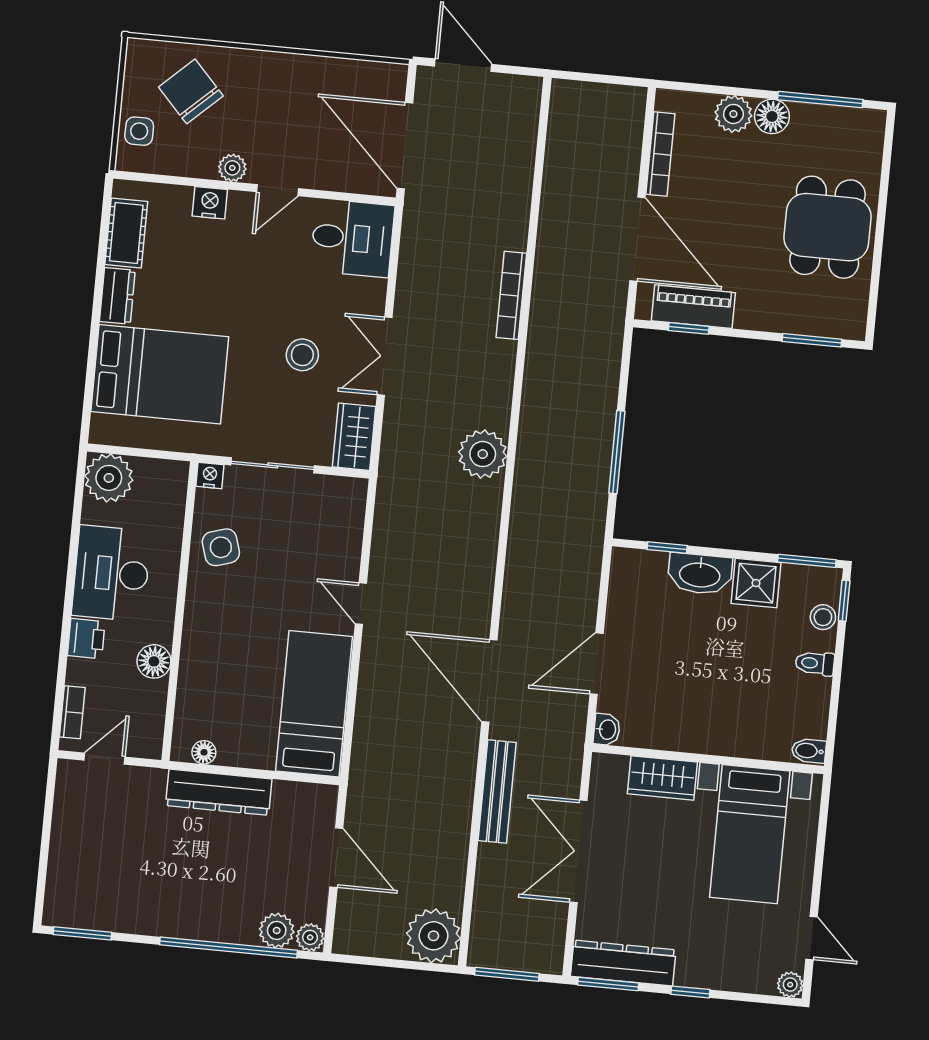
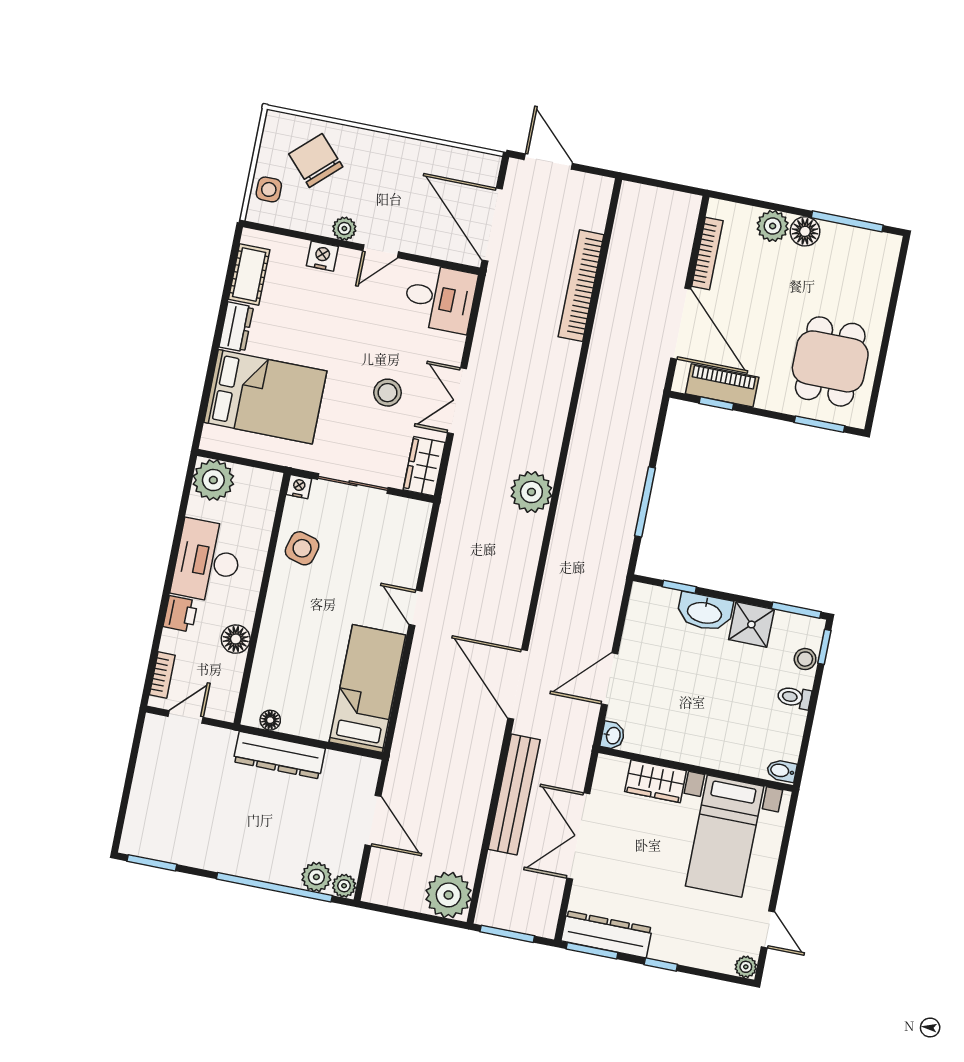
dining table: (828, 227) -> (830, 361), moved
bookcase: (511, 295) -> (581, 286), moved, width x1.48, depth x1.31
side table: (221, 547) -> (302, 548), turned 32
bench: (497, 792) -> (514, 795), width x1.37, depth x1.21

